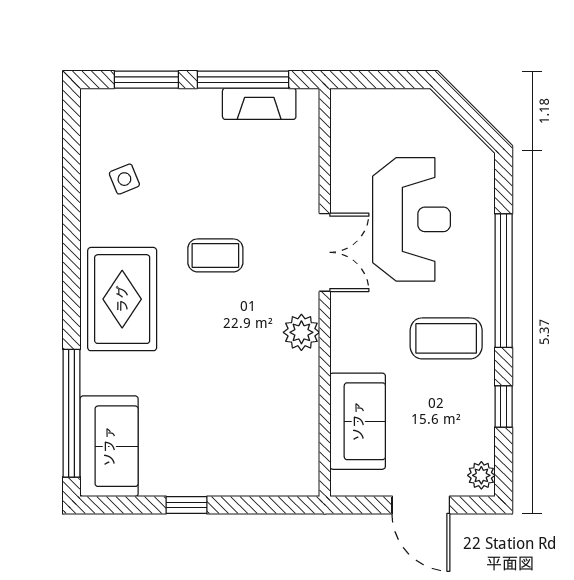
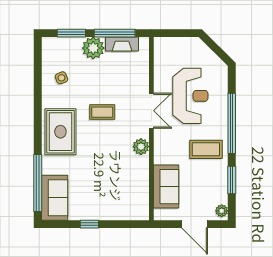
plant: (195, 113) -> (93, 48), added
window: (504, 407) -> (232, 180), width x1.50

